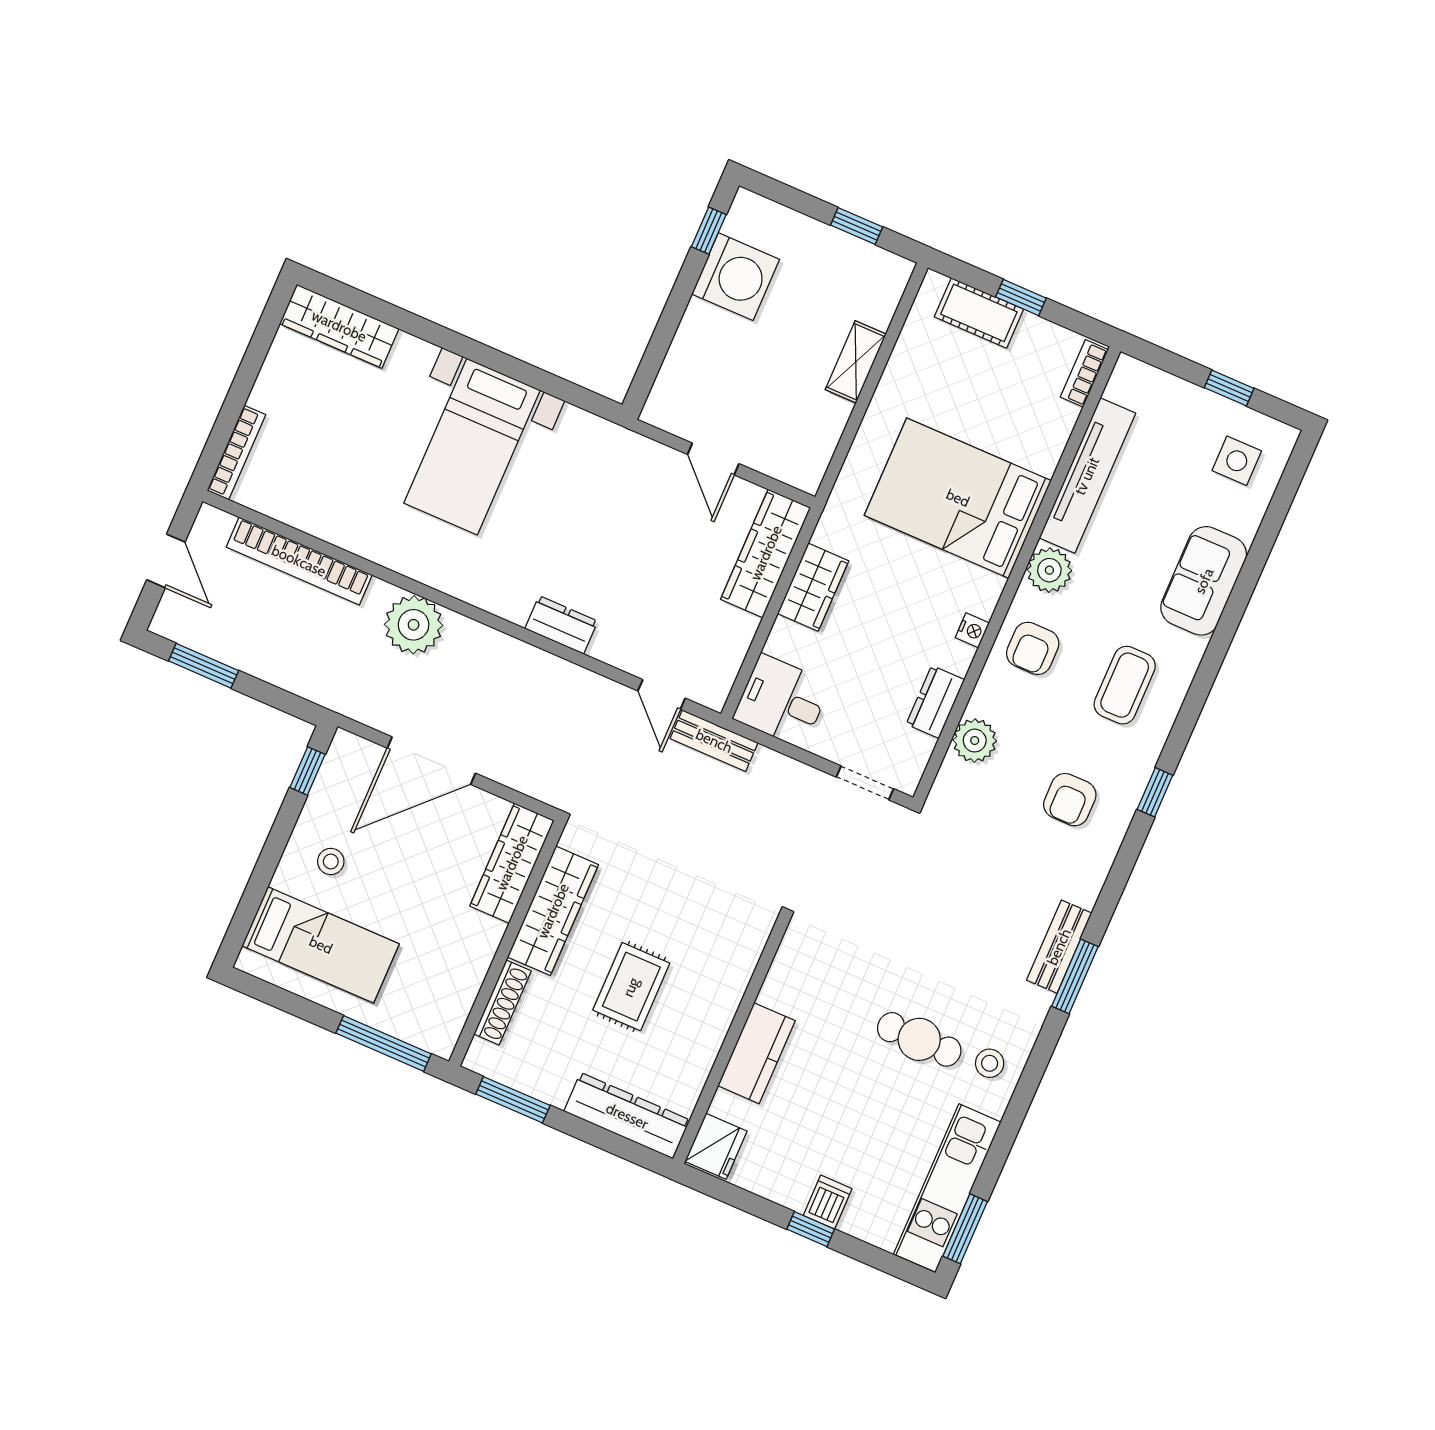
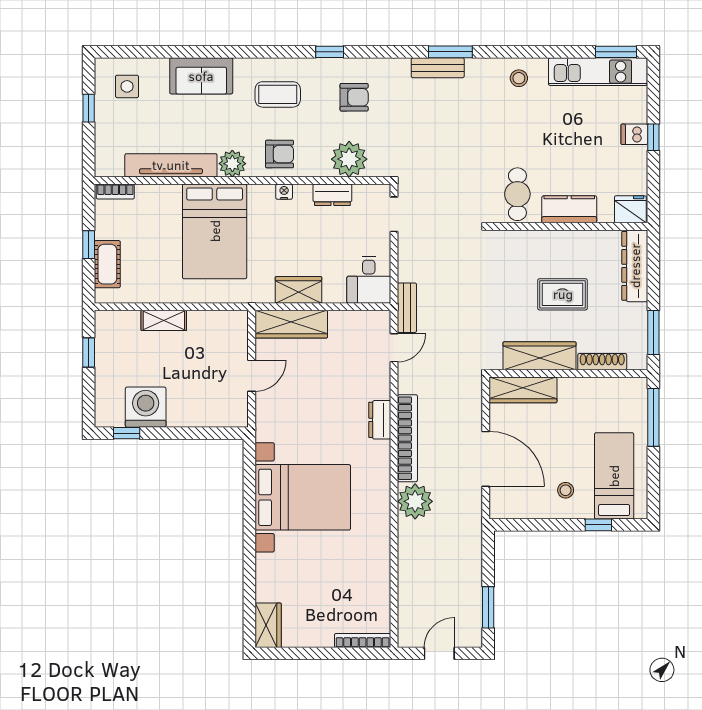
wardrobe: (339, 326) -> (268, 625), width x0.67
bed with nightstands: (472, 447) -> (303, 497), width x1.36
bookcase: (299, 561) -> (407, 438), moved
plant: (975, 741) -> (349, 159), width x1.36, depth x1.36
window: (307, 771) -> (598, 525), moved
cafe table: (919, 1039) -> (517, 194), moved

